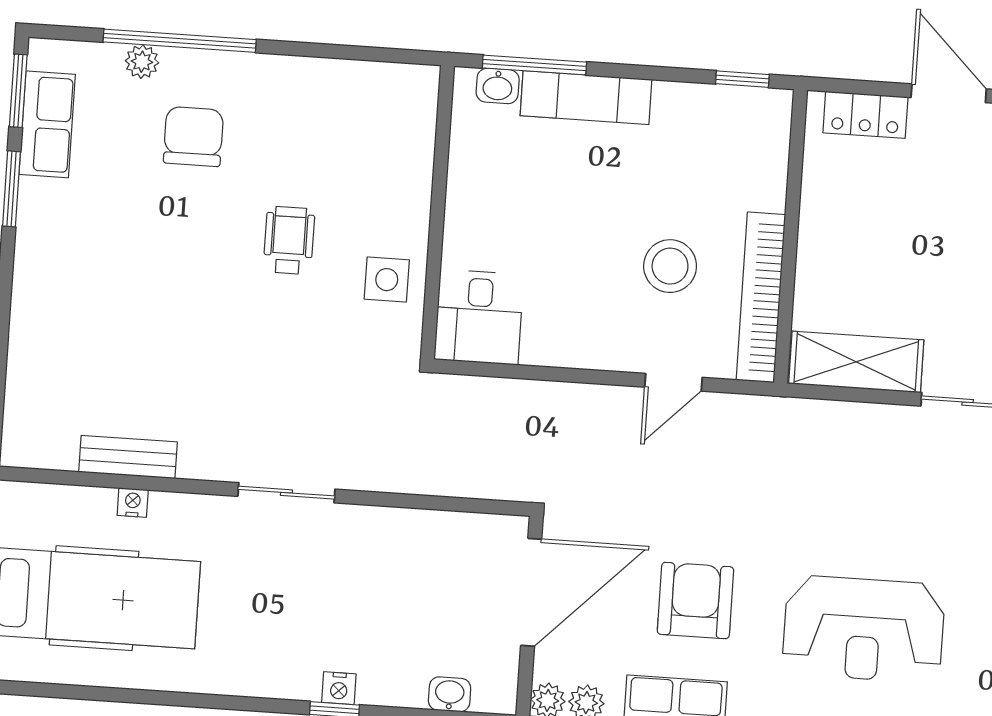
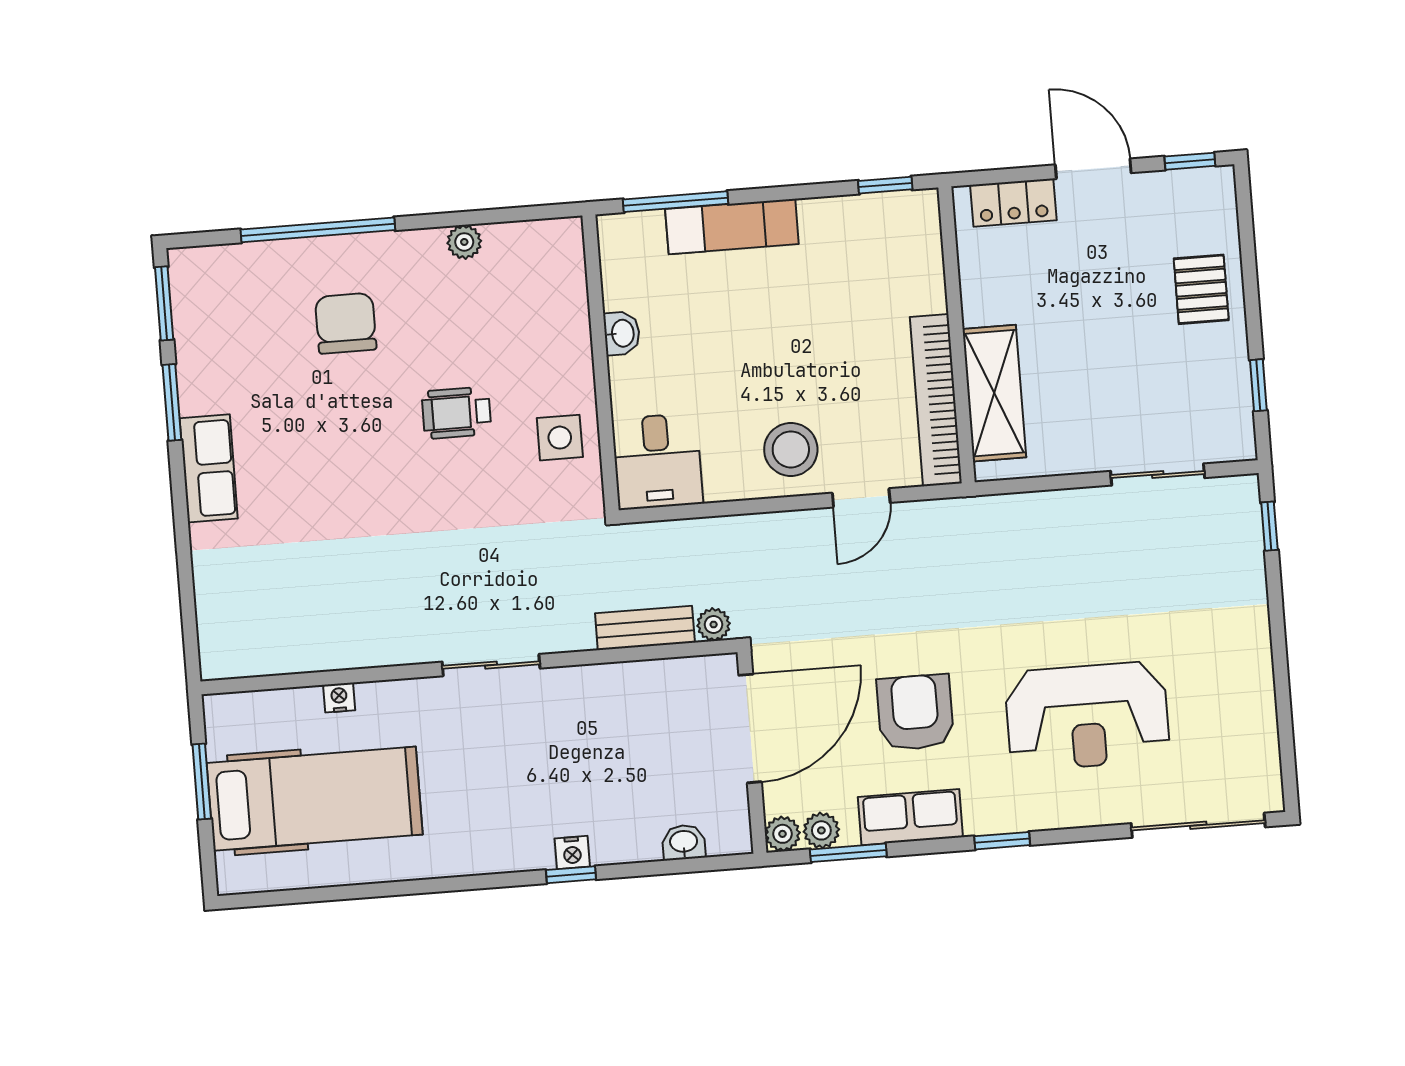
plant: (142, 62) -> (464, 242), moved
washbasin: (498, 86) -> (622, 333), moved, turned -90
row of seats: (47, 124) -> (209, 468), moved
wheelchair: (289, 240) -> (456, 413), turned -90
stool: (670, 266) -> (791, 449), moved
shelving: (856, 362) -> (994, 393), moved, turned 90
bench: (128, 457) -> (645, 628), moved
plant: (510, 485) -> (714, 625), added

